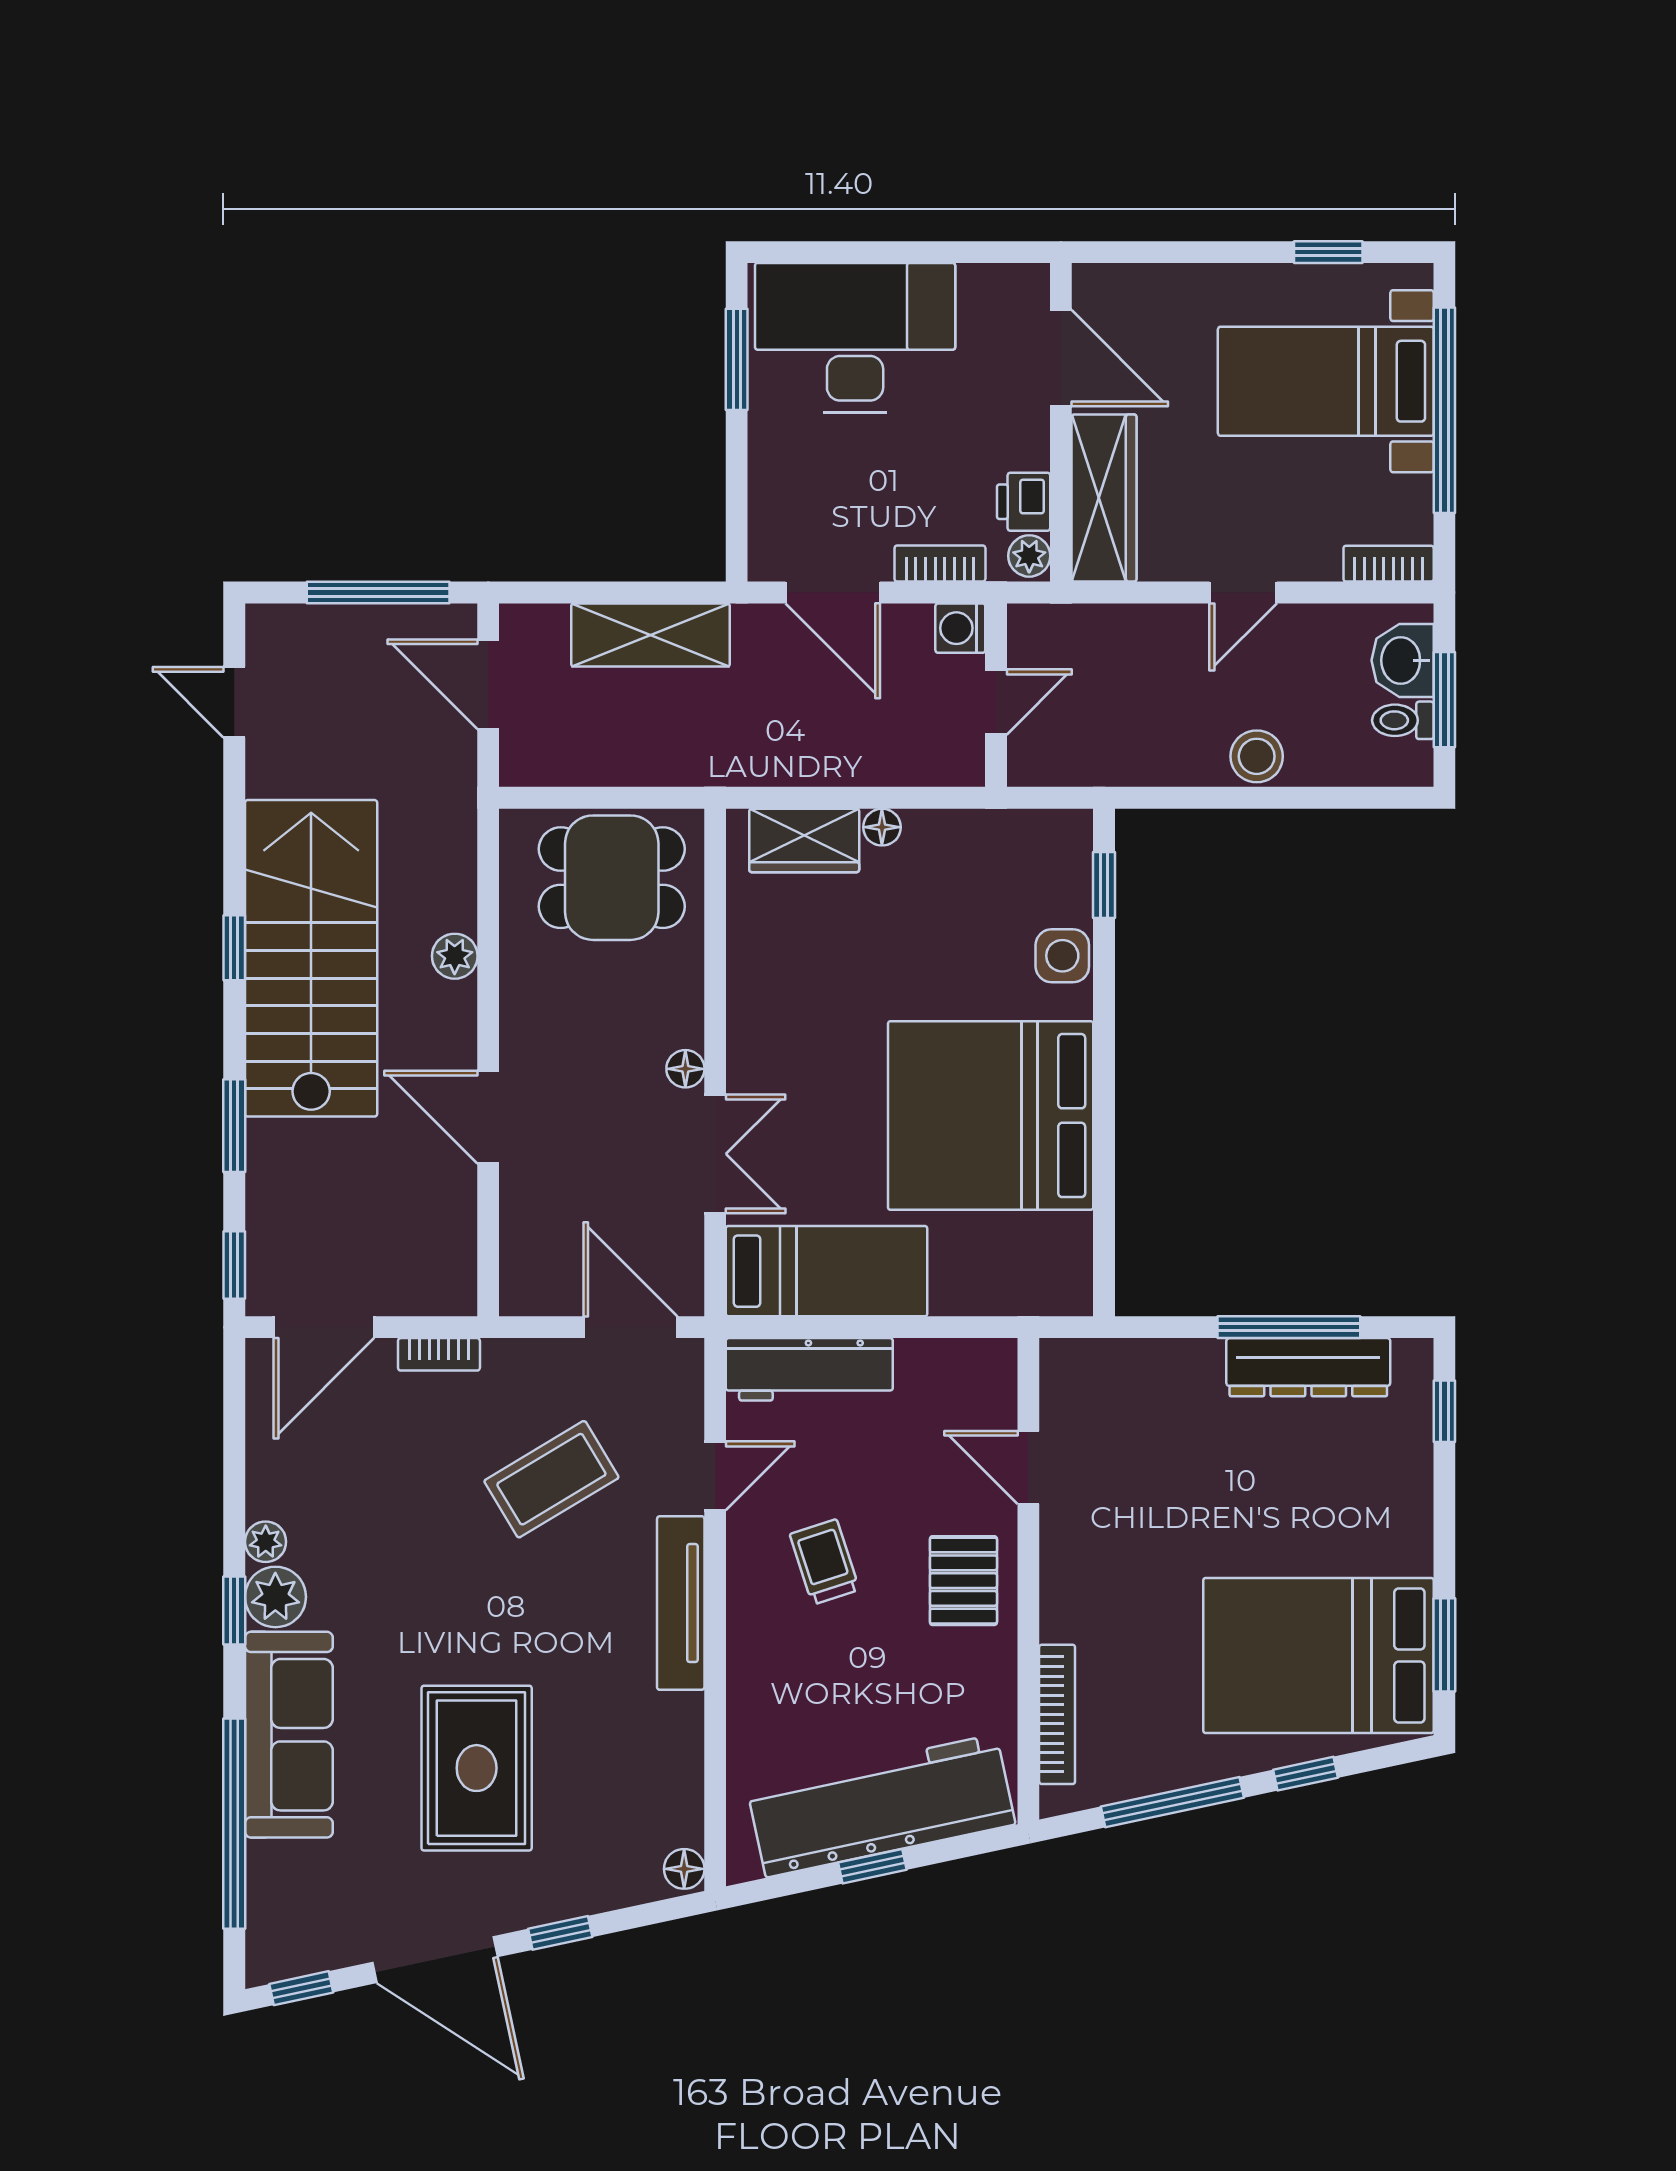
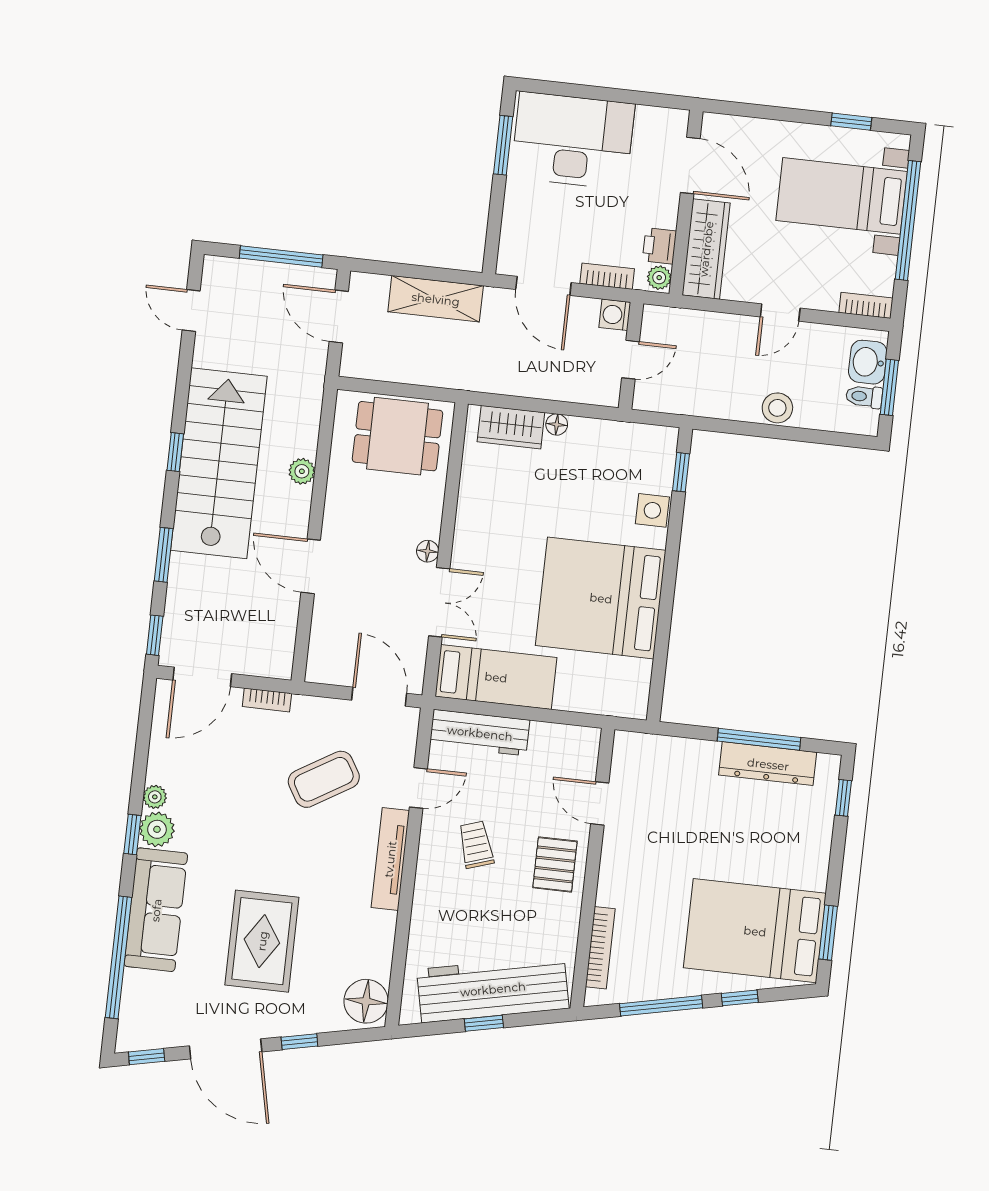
floor lamp: (684, 1869) -> (366, 1001), width x1.89, depth x1.89

